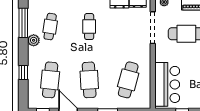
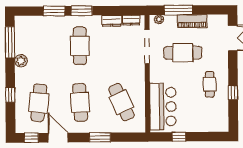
cafe table: (50, 27) -> (38, 46), removed
cafe table: (89, 27) -> (80, 46), width x1.37, depth x1.35
cafe table: (128, 80) -> (122, 102), turned -39

